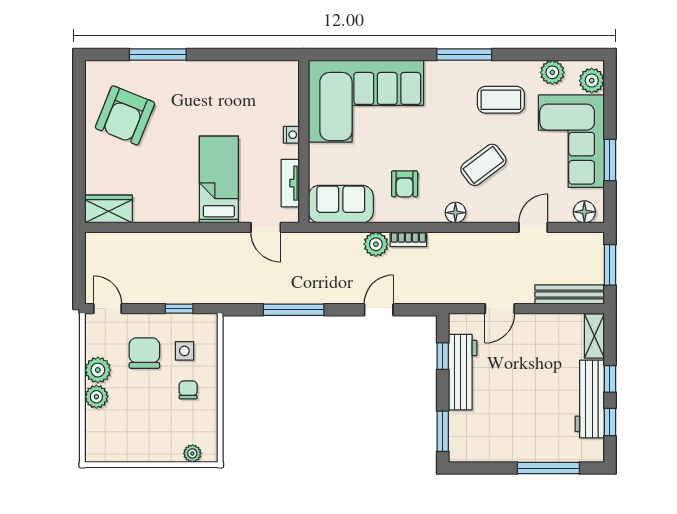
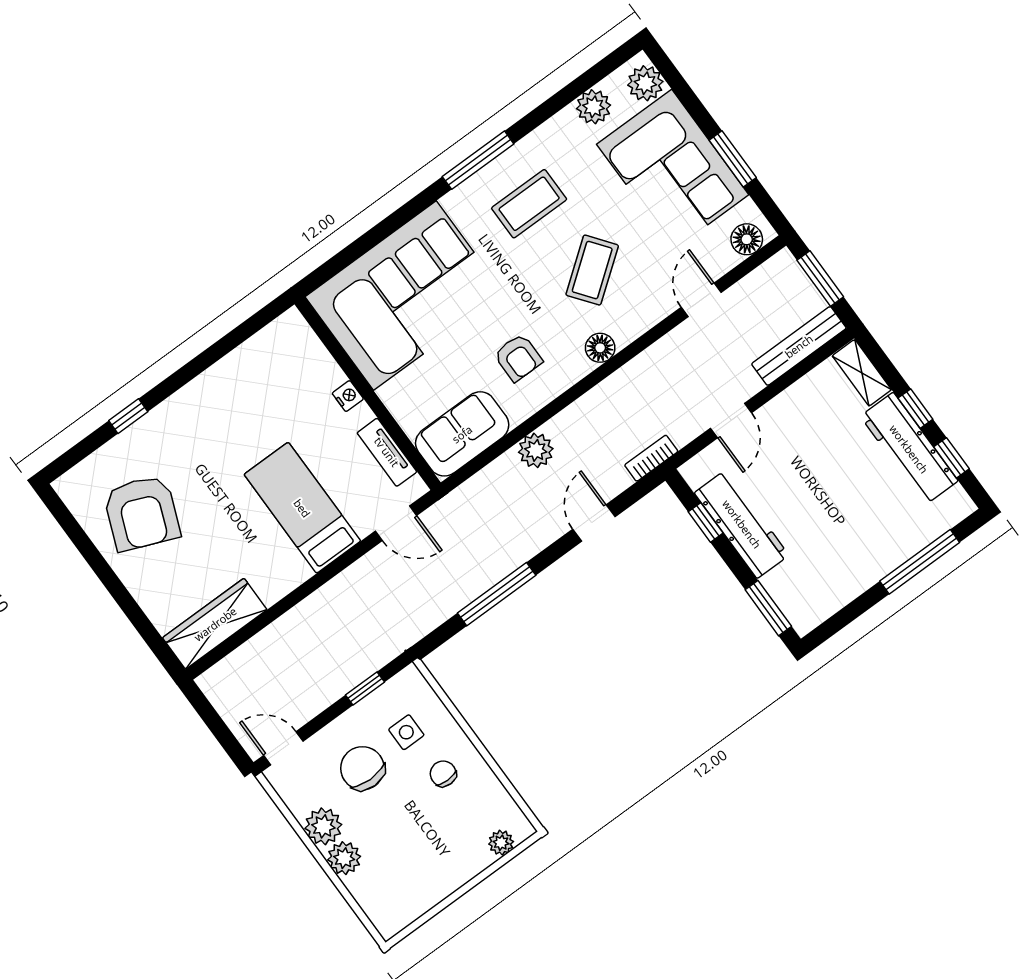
window: (158, 55) -> (128, 416), width x0.46
coffee table: (501, 100) -> (529, 204), moved
wardrobe: (109, 209) -> (215, 624), width x1.50
bookcase: (408, 239) -> (651, 458), moved, turned 180

